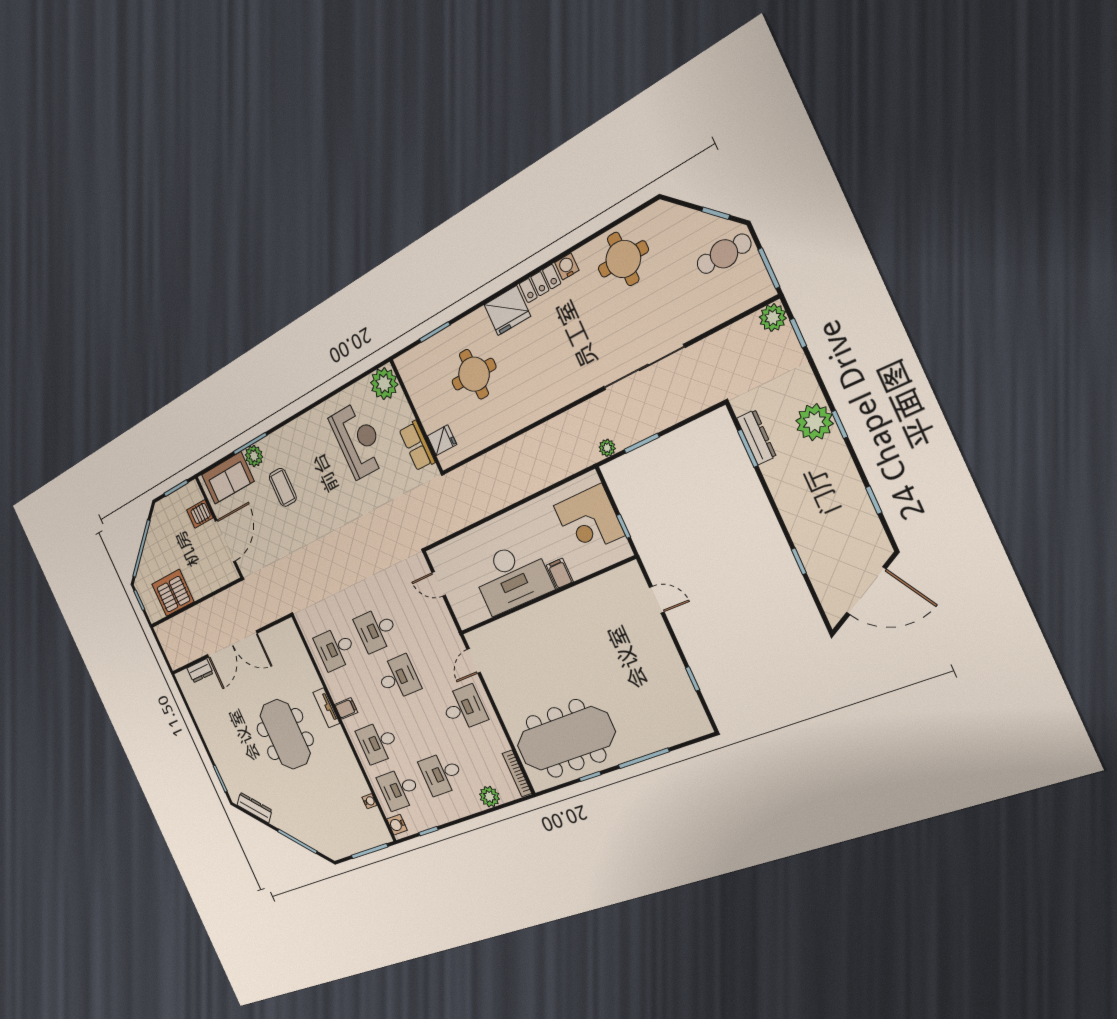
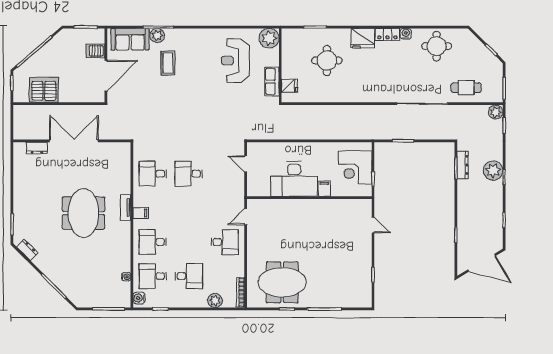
cafe table: (724, 254) -> (466, 88), moved
reception desk: (358, 440) -> (235, 61), turned 180
plant: (607, 448) -> (383, 135), removed
double door: (232, 644) -> (74, 141), swing flipped
desk: (398, 678) -> (189, 208), removed
meeting table: (566, 739) -> (282, 282), width x0.73
desk: (442, 774) -> (189, 276), turned 180
dresser: (254, 808) -> (27, 250), width x0.70

